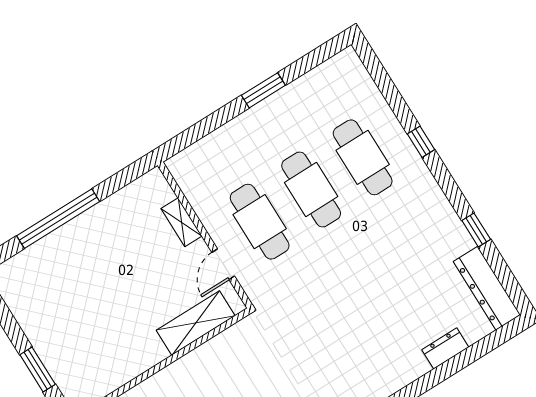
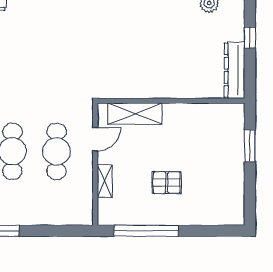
window: (58, 219) -> (146, 231), moved
pallet: (108, 266) -> (167, 183), added

